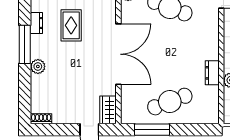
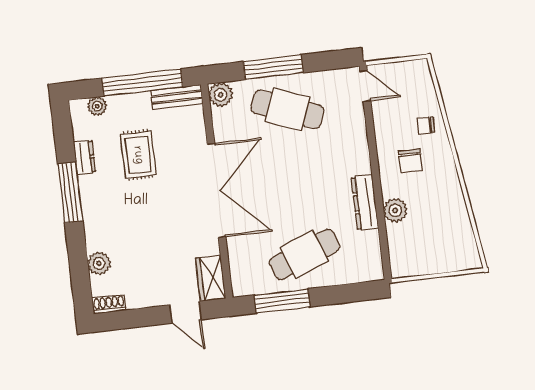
plant: (38, 66) -> (99, 263), moved
dresser: (212, 73) -> (365, 202), width x1.44

